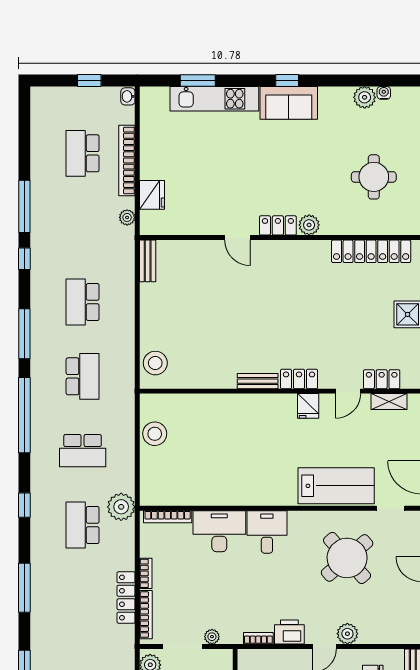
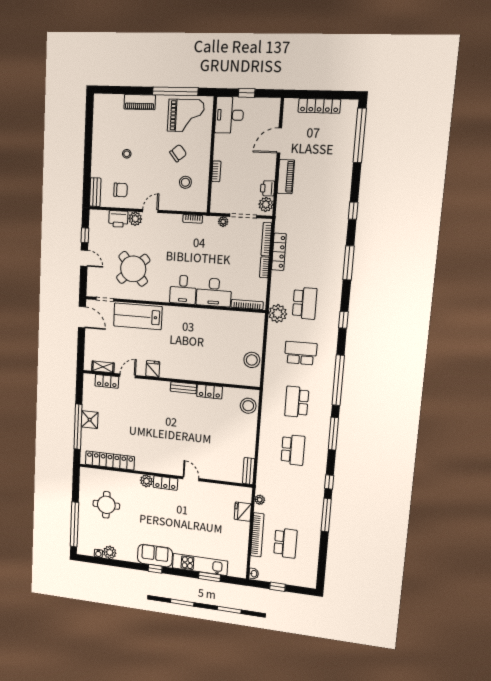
locker: (299, 379) -> (210, 392), moved
printer: (289, 632) -> (118, 219), moved

